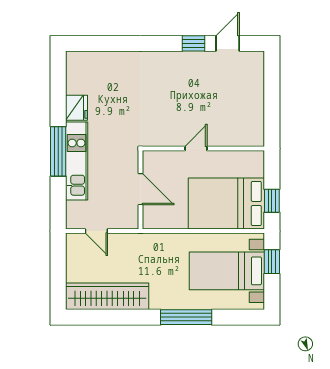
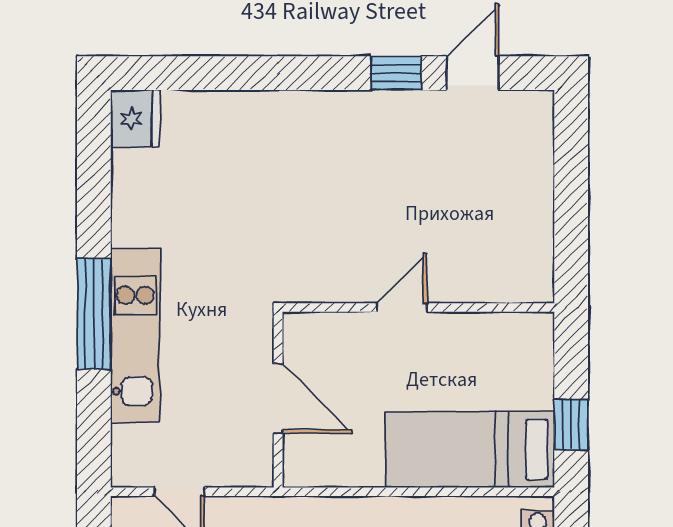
fridge: (76, 108) -> (135, 119), moved
bed: (226, 203) -> (470, 449), width x0.67

